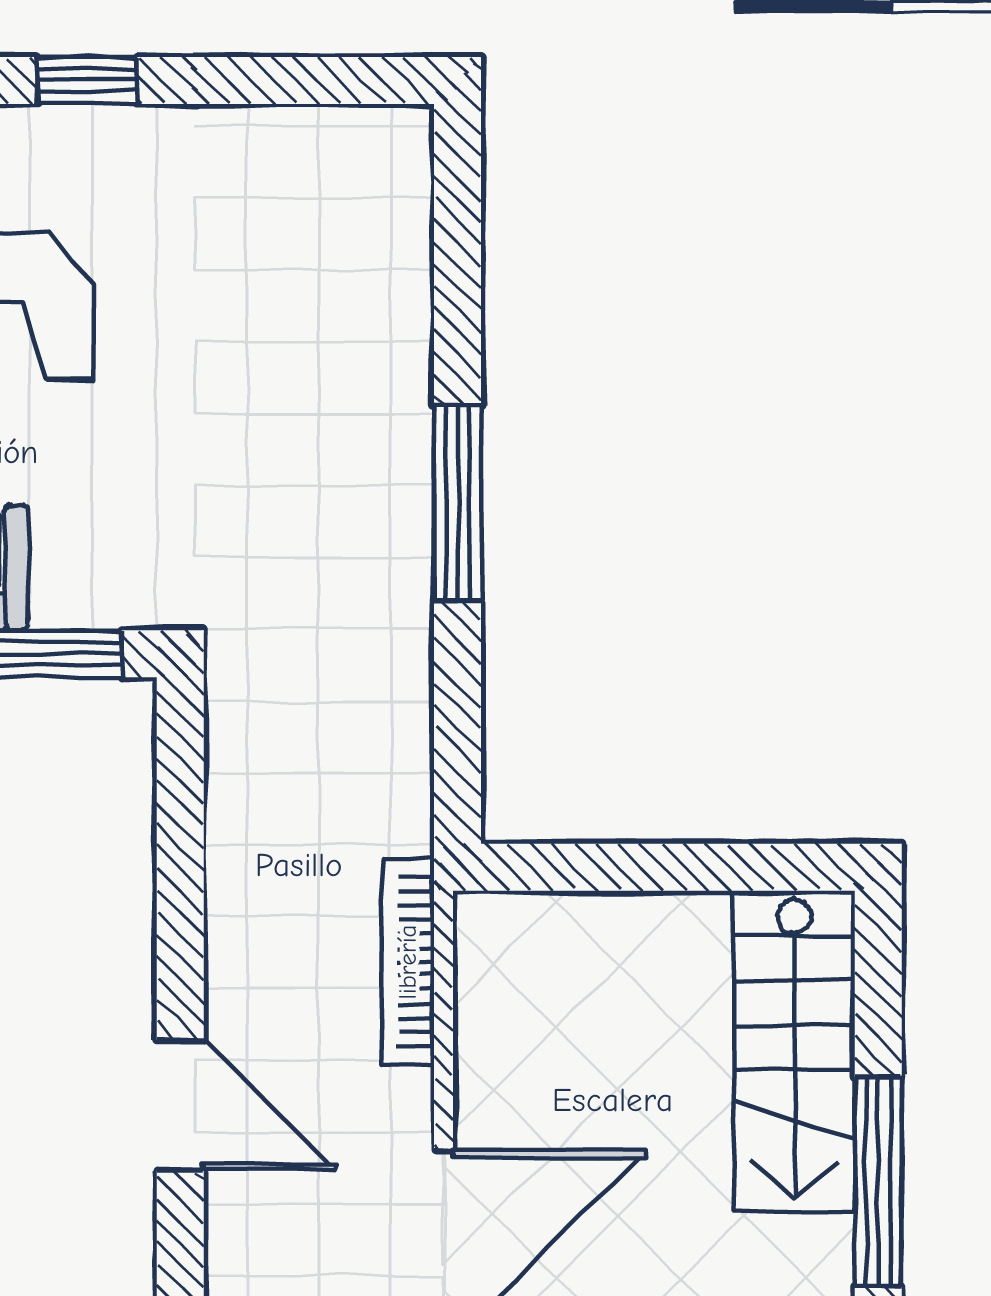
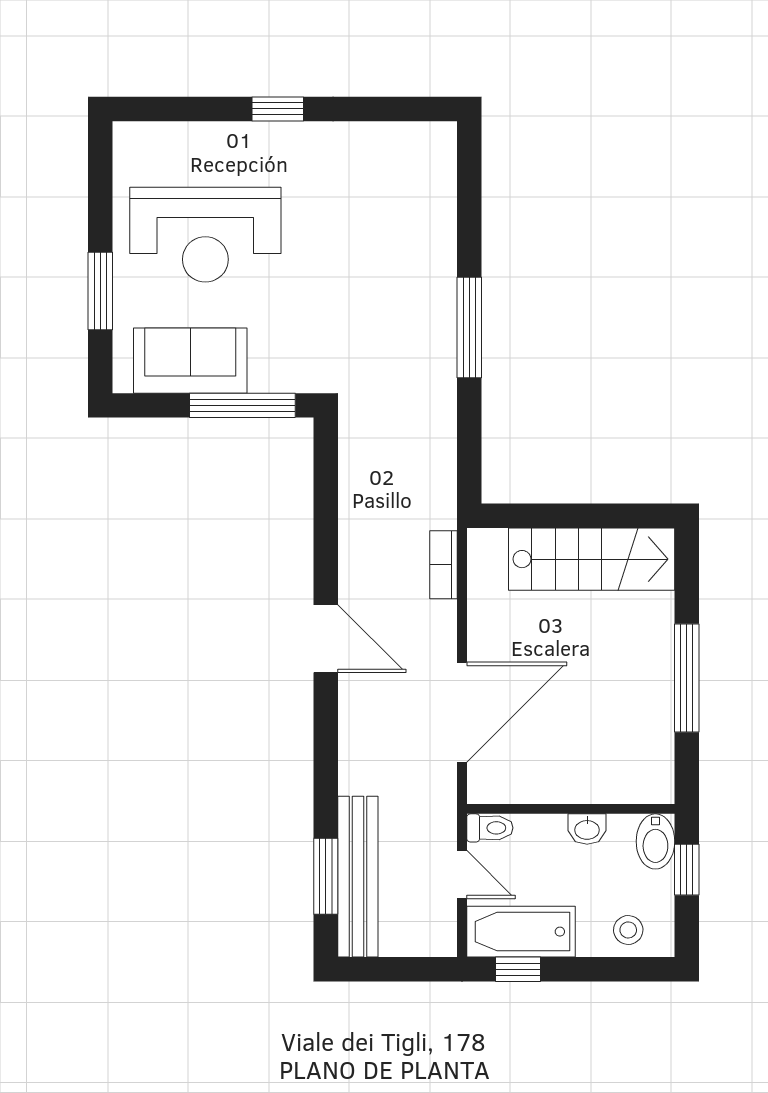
bookcase: (408, 962) -> (443, 565), width x0.64
stairs: (794, 1051) -> (592, 559), moved, turned -90

